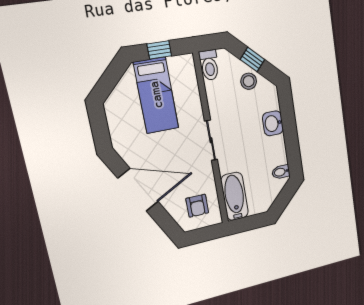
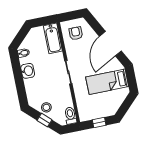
bed: (156, 95) -> (107, 82), moved, turned -90
washbasin: (273, 123) -> (28, 71), moved
door: (138, 190) -> (110, 44), hinge flipped

